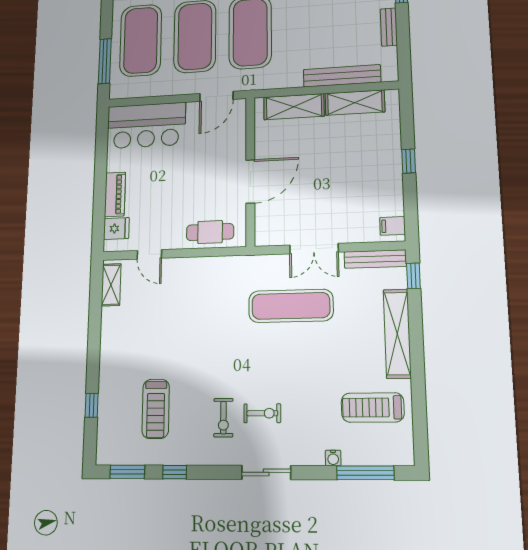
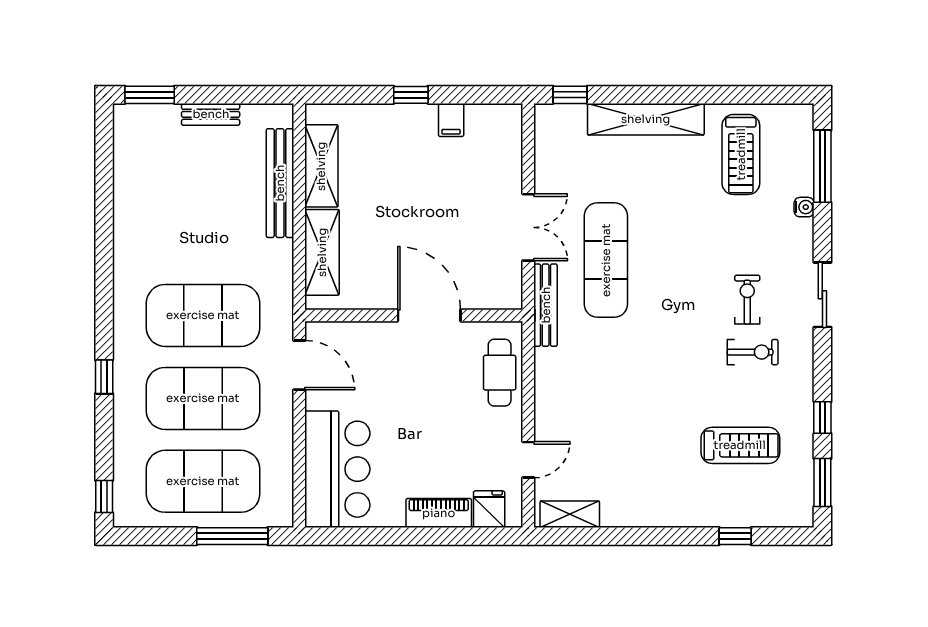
filing cabinet: (392, 226) -> (451, 120), moved
bench: (375, 259) -> (546, 305), moved

